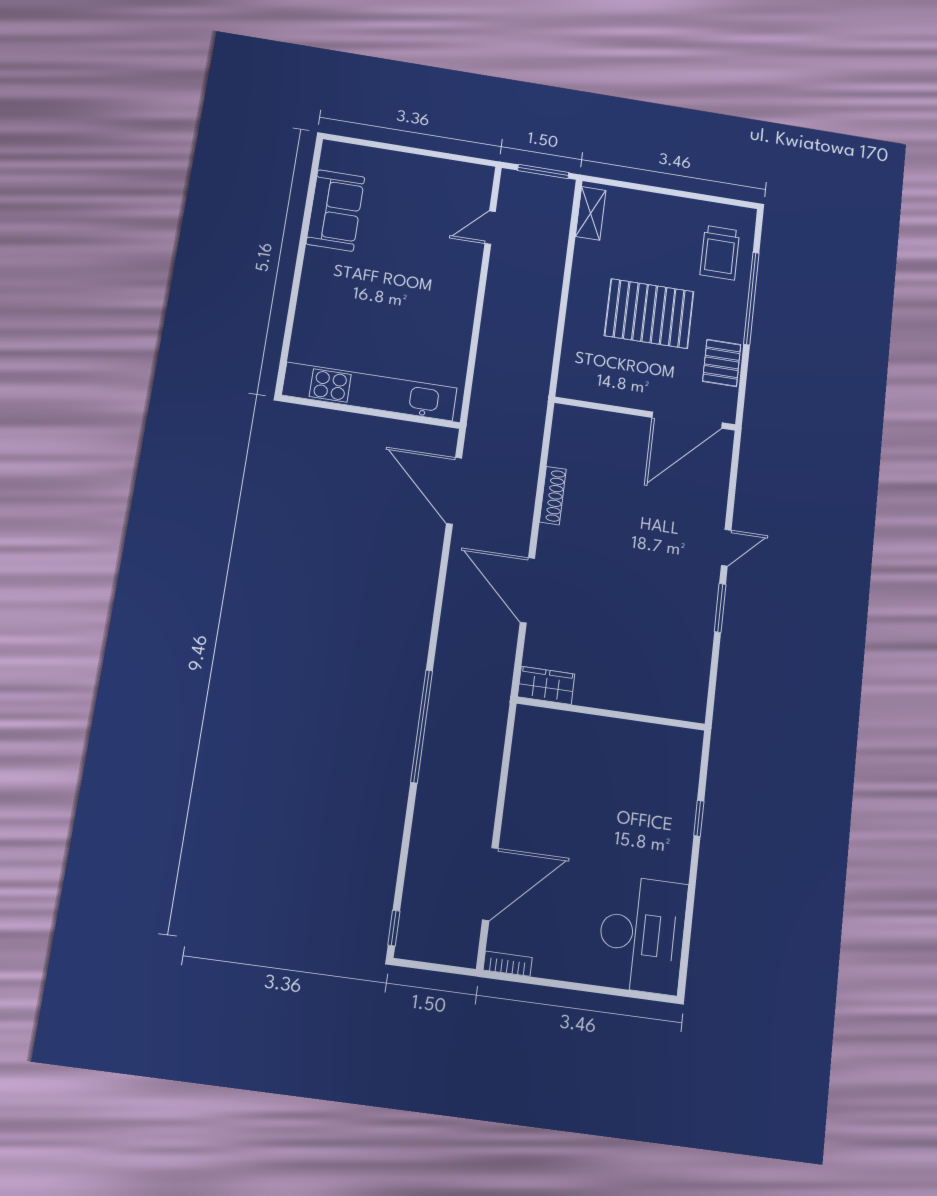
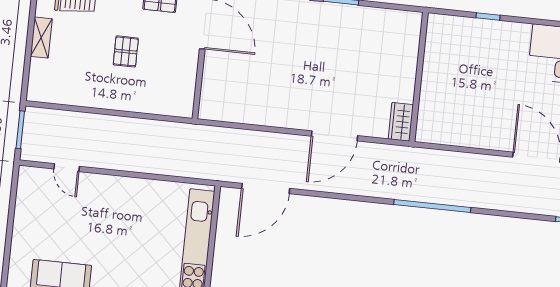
shelving: (591, 213) -> (41, 38), moved, turned 90
pallet: (649, 314) -> (126, 51), width x0.49, depth x0.50
shoe rack: (553, 496) -> (266, 119), removed

